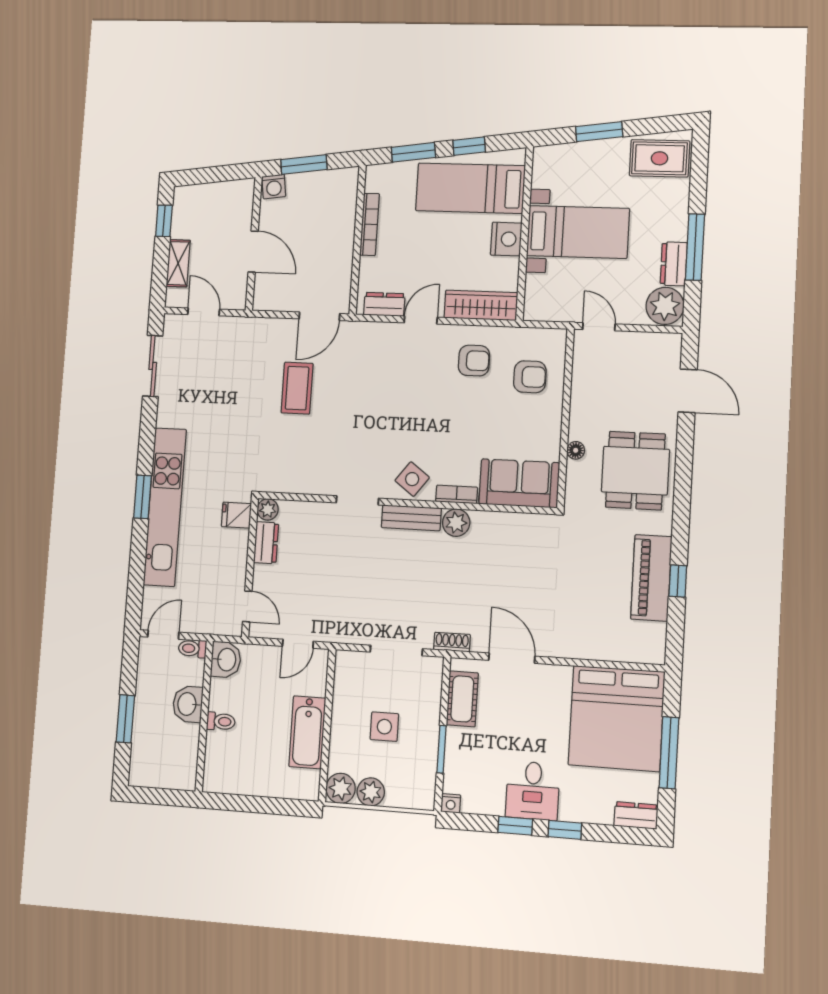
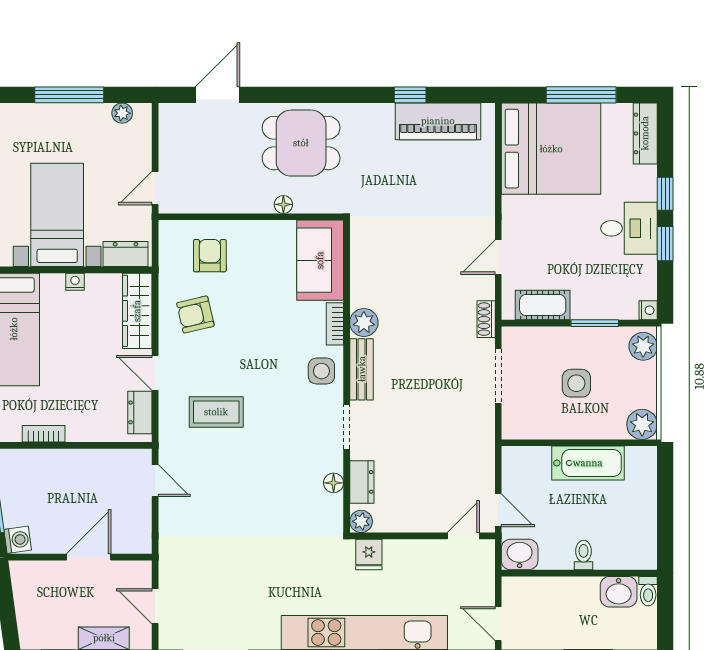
bookcase: (370, 224) -> (44, 434), width x0.64
nightstand: (506, 239) -> (75, 282), width x0.53, depth x0.56
dresser: (674, 264) -> (126, 254), moved, turned 180
plant: (665, 306) -> (122, 113), width x0.53, depth x0.53
door: (204, 312) -> (155, 606), hinge flipped
door: (319, 316) -> (155, 481), width x0.73
armchair: (474, 361) -> (195, 314), turned -103
coffee table: (297, 388) -> (216, 412), moved
side table: (412, 479) -> (321, 371), turned -37
floor lamp: (306, 485) -> (334, 483), added
dresser: (266, 543) -> (362, 482), moved, turned 90
piano: (651, 578) -> (438, 121), moved
door: (298, 644) -> (498, 510), moved
toilet: (192, 649) -> (648, 591), moved
door: (512, 658) -> (498, 257), width x0.73
washbasin: (188, 704) -> (619, 592), moved
plant: (371, 792) -> (643, 346), moved
dresser: (636, 815) -> (645, 133), width x1.44

